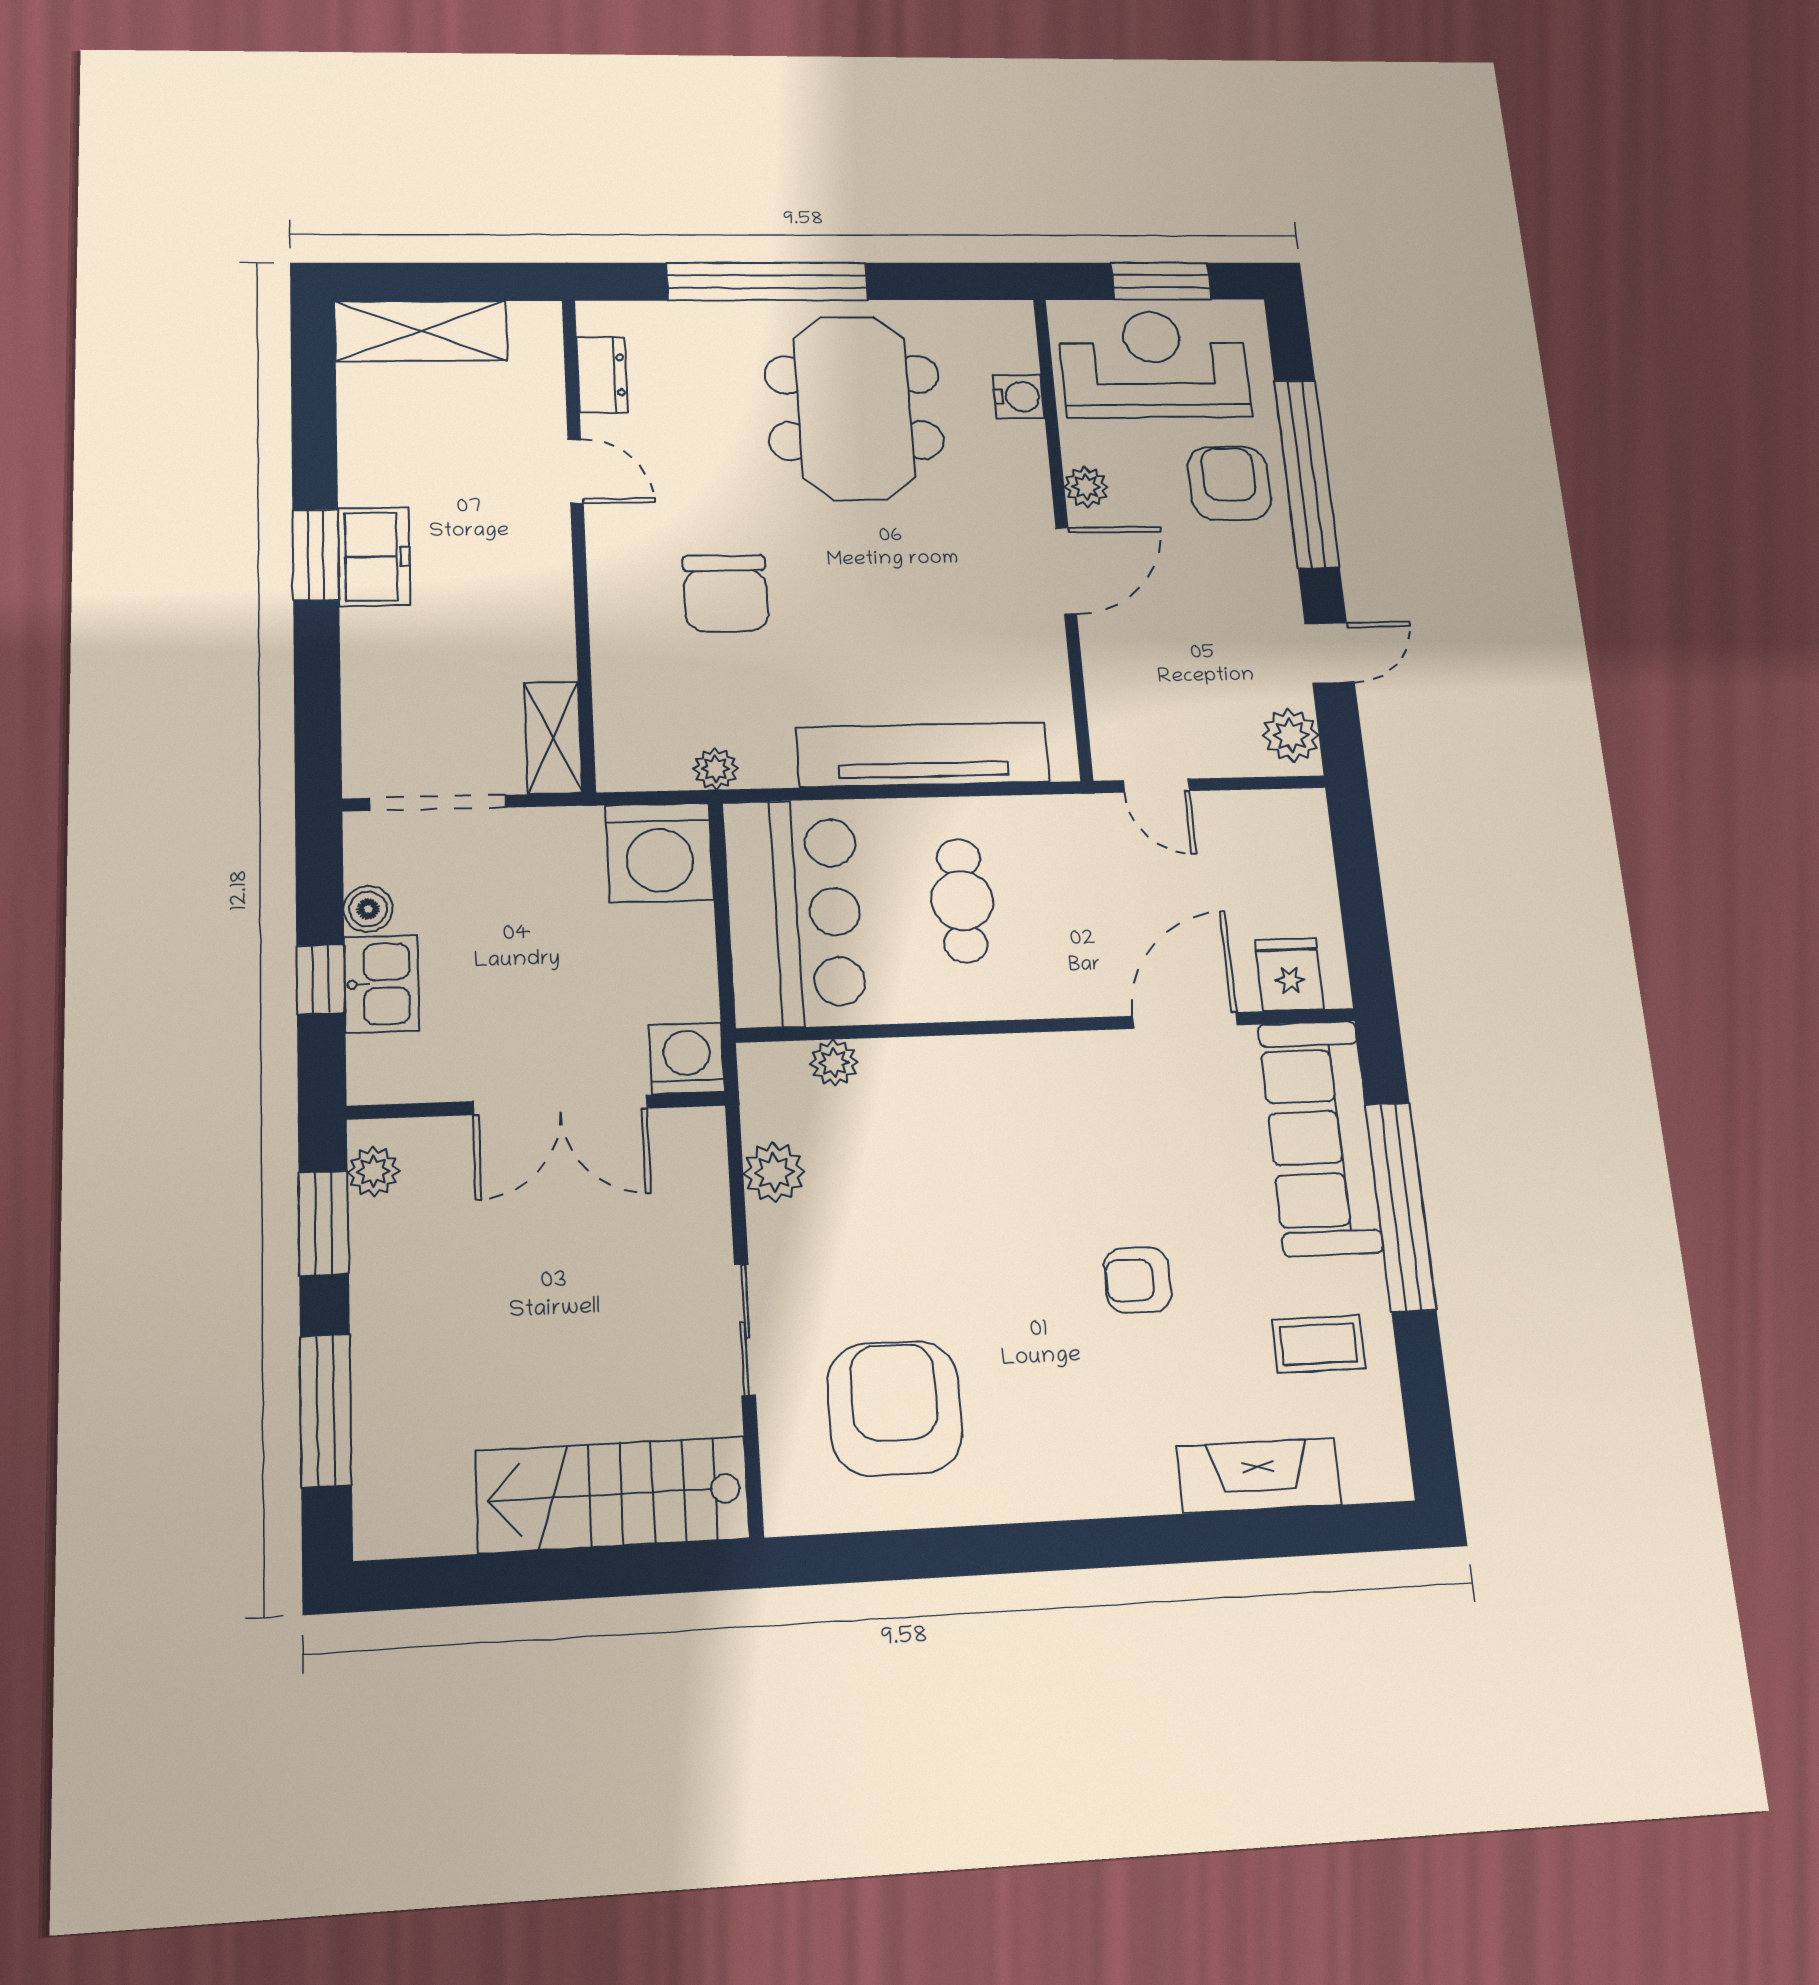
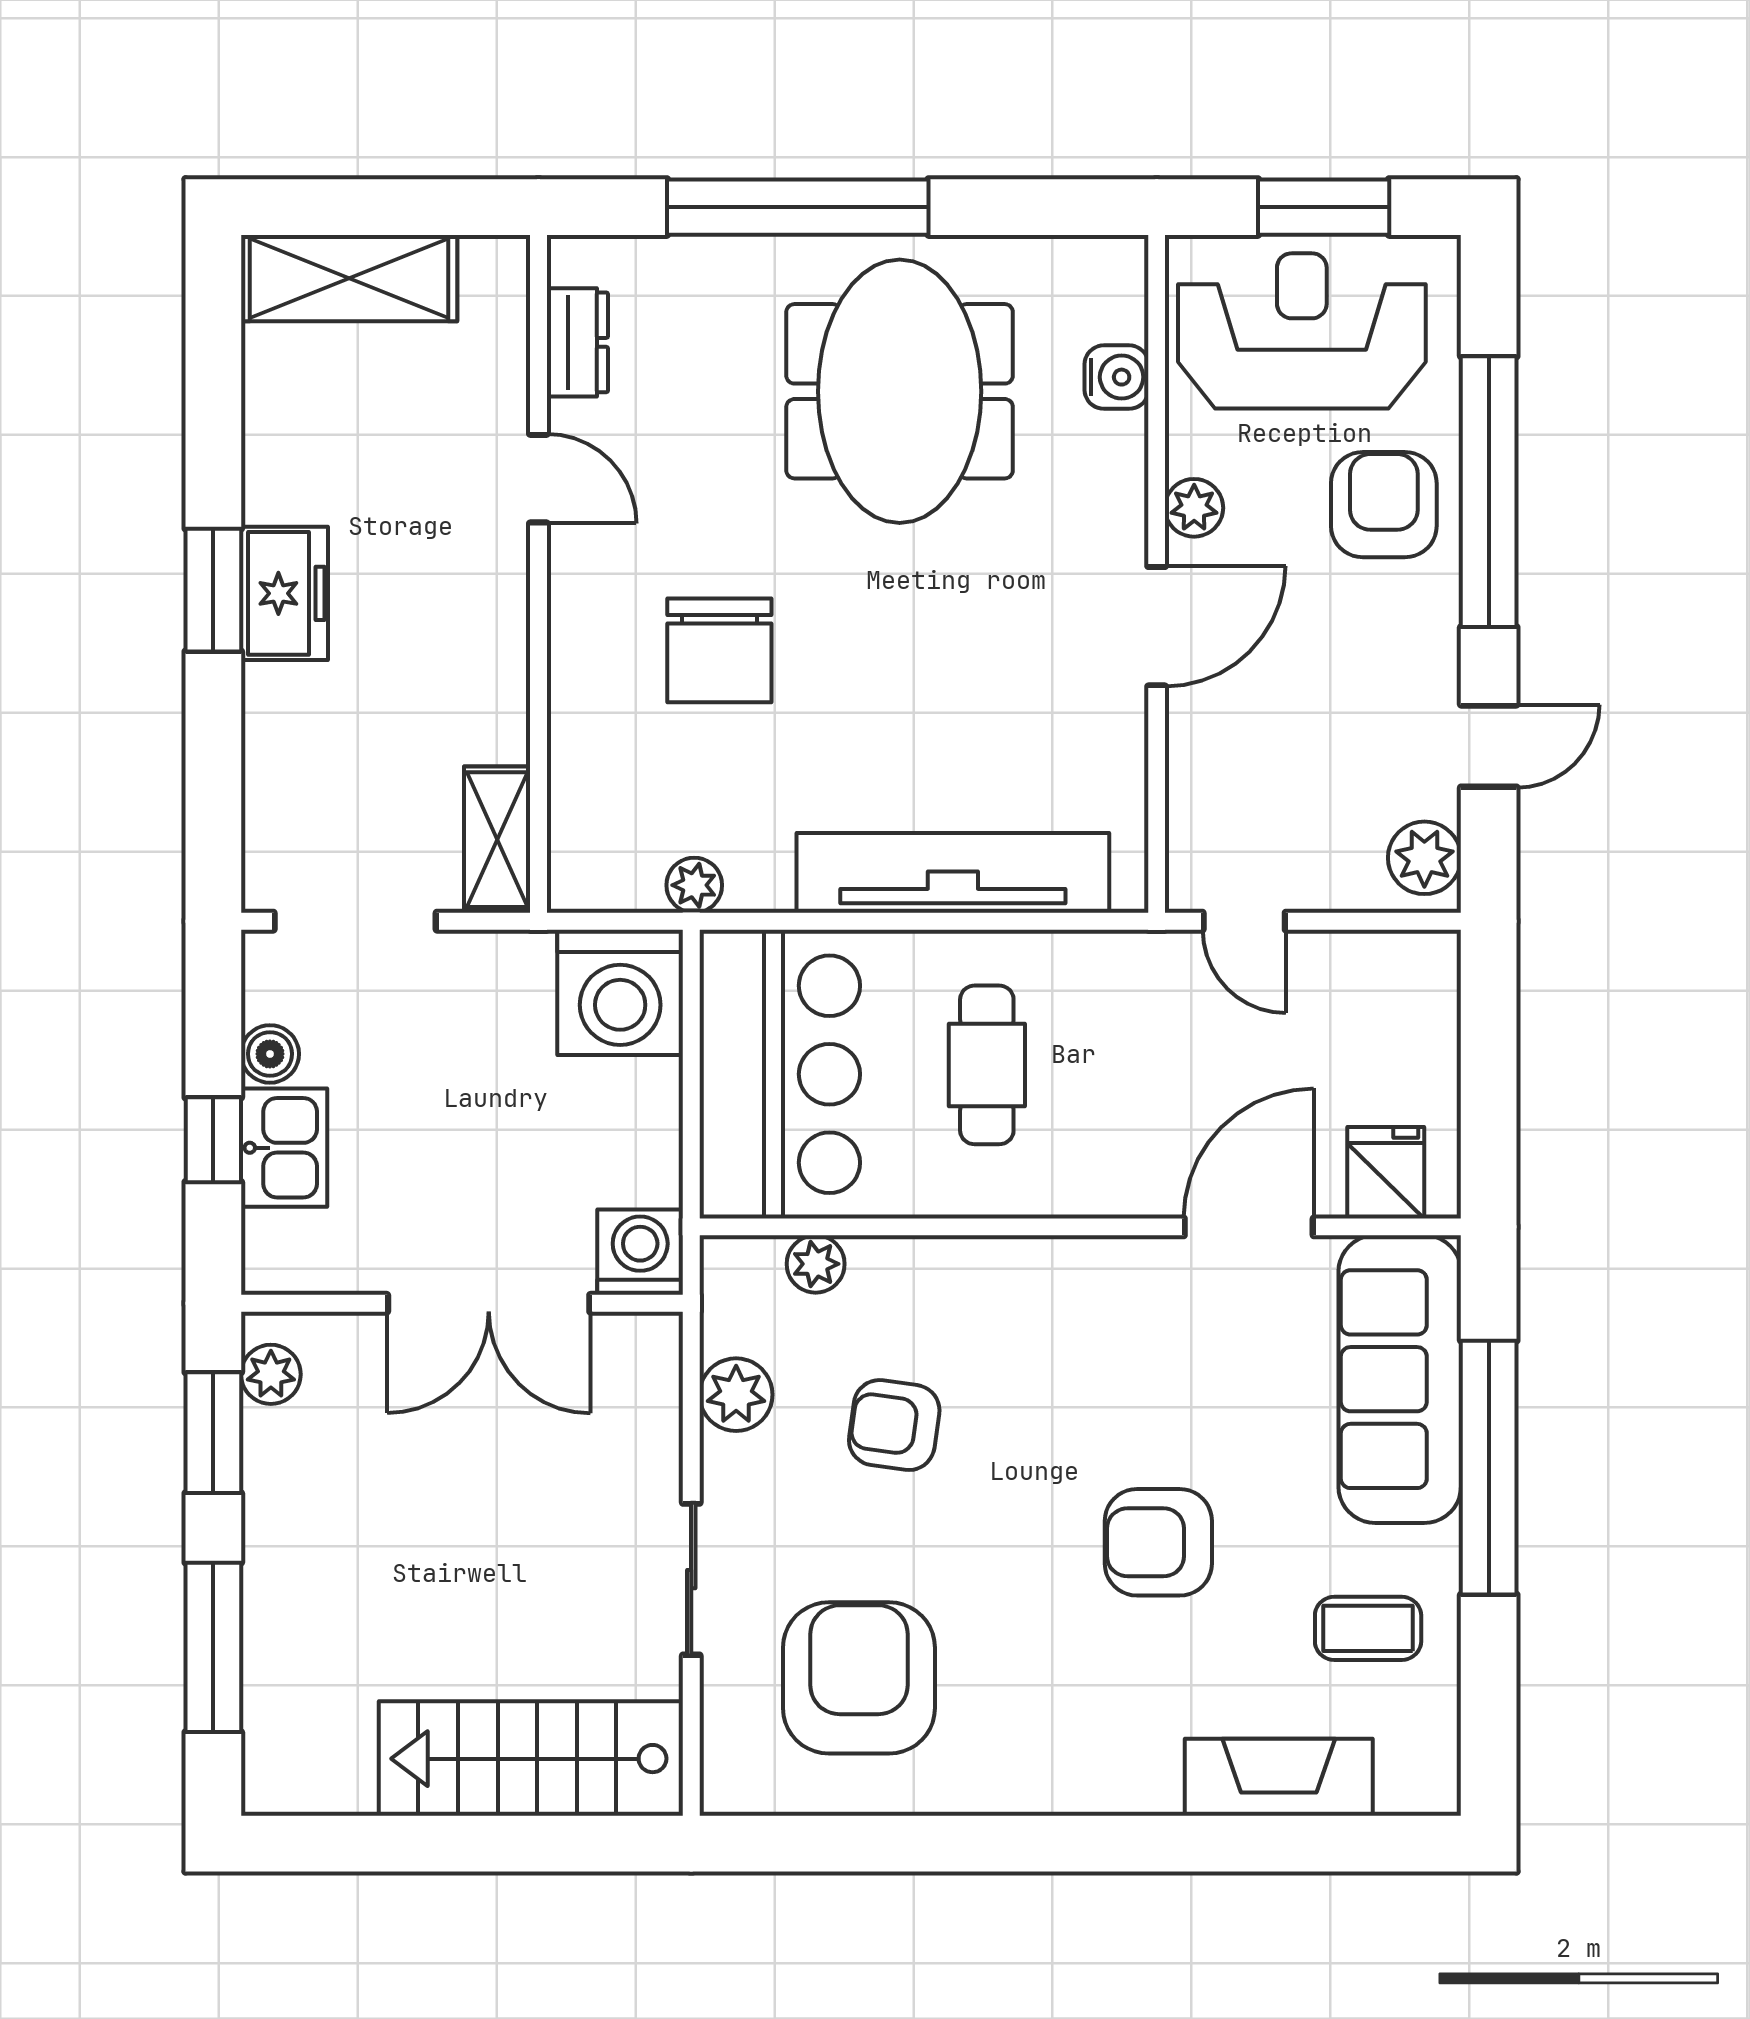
armchair: (909, 1192) -> (894, 1425), added
armchair: (1138, 1280) -> (1158, 1542), width x1.38, depth x1.38

